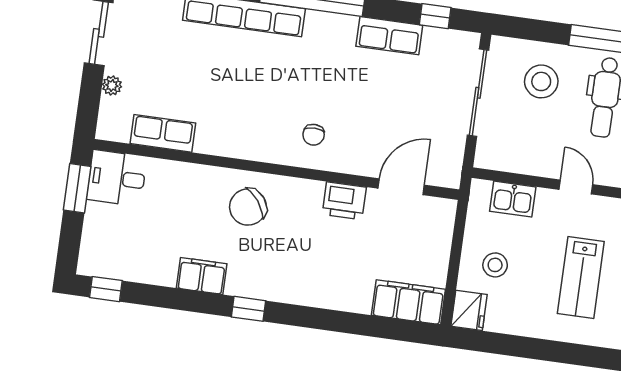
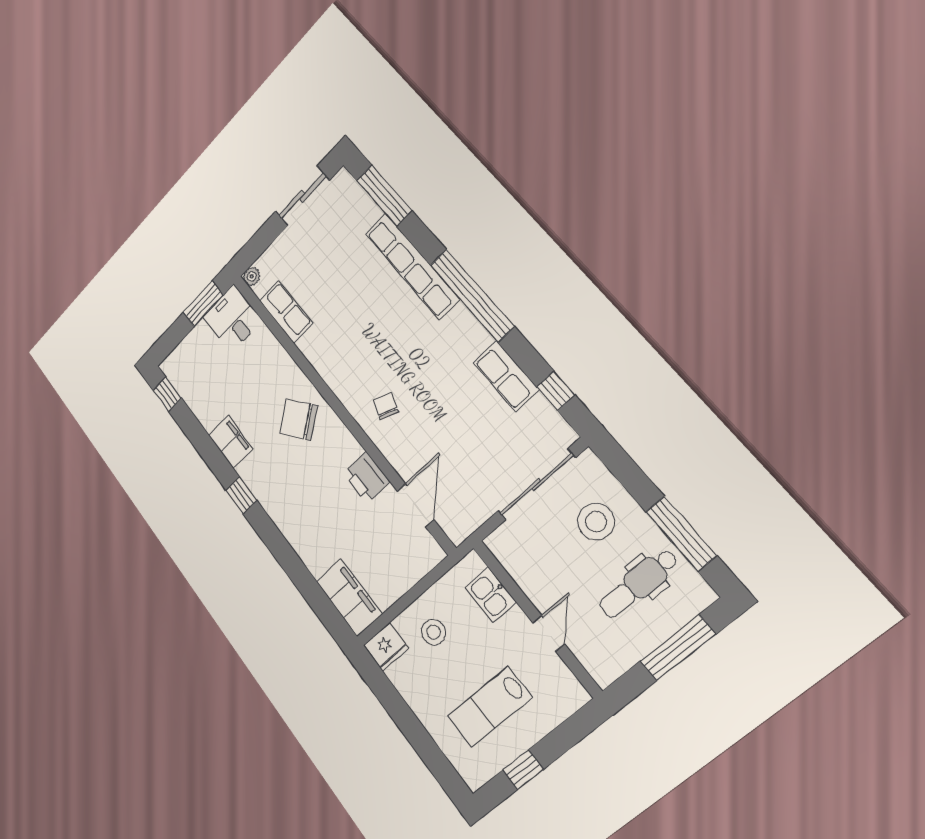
plant: (112, 86) -> (252, 276), moved
chair: (314, 135) -> (386, 406), turned 110
door: (401, 187) -> (415, 505), hinge flipped

